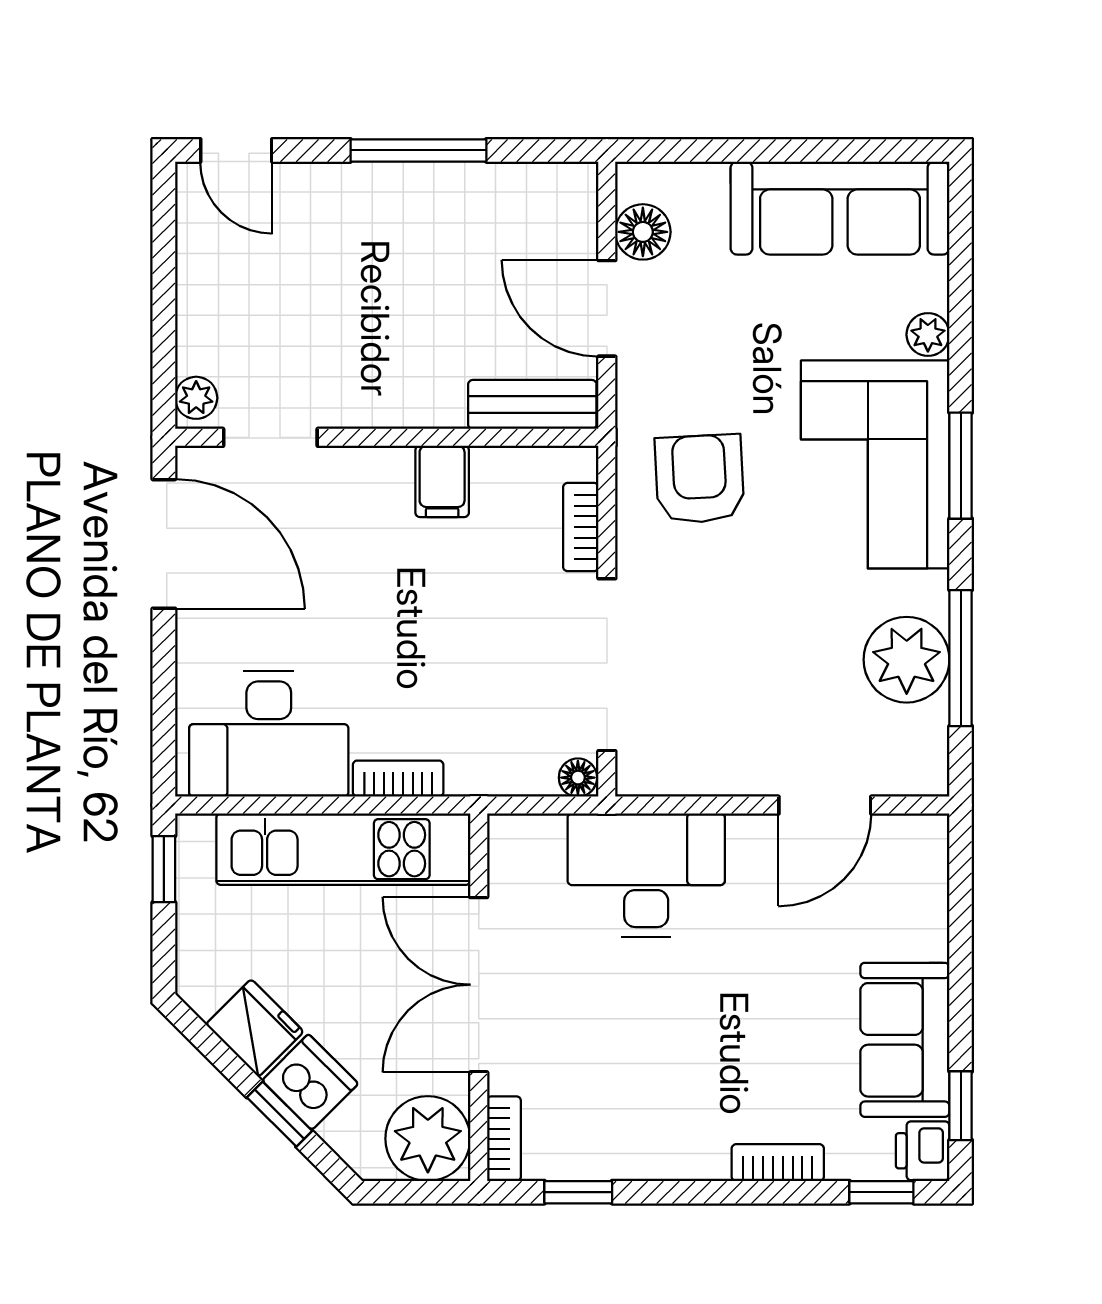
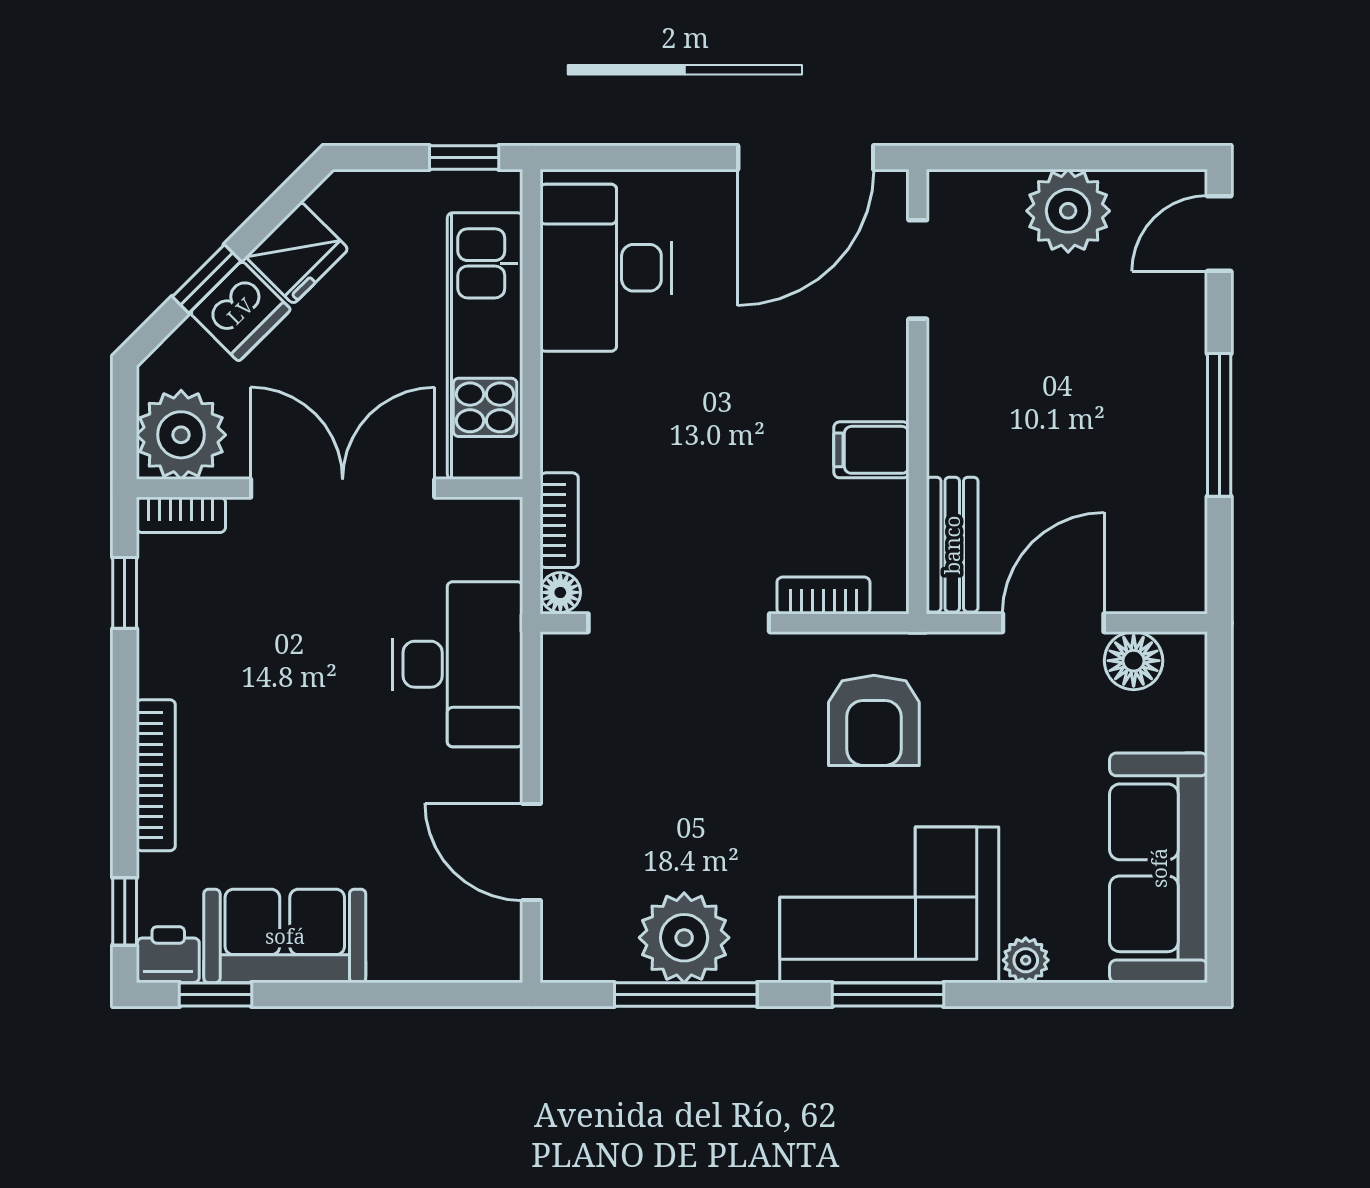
plant: (196, 398) -> (1068, 211), moved, width x1.88, depth x1.88
armchair: (700, 479) -> (874, 720), turned 93
bookcase: (398, 779) -> (559, 520), moved
bookcase: (778, 1163) -> (156, 775), width x1.56

